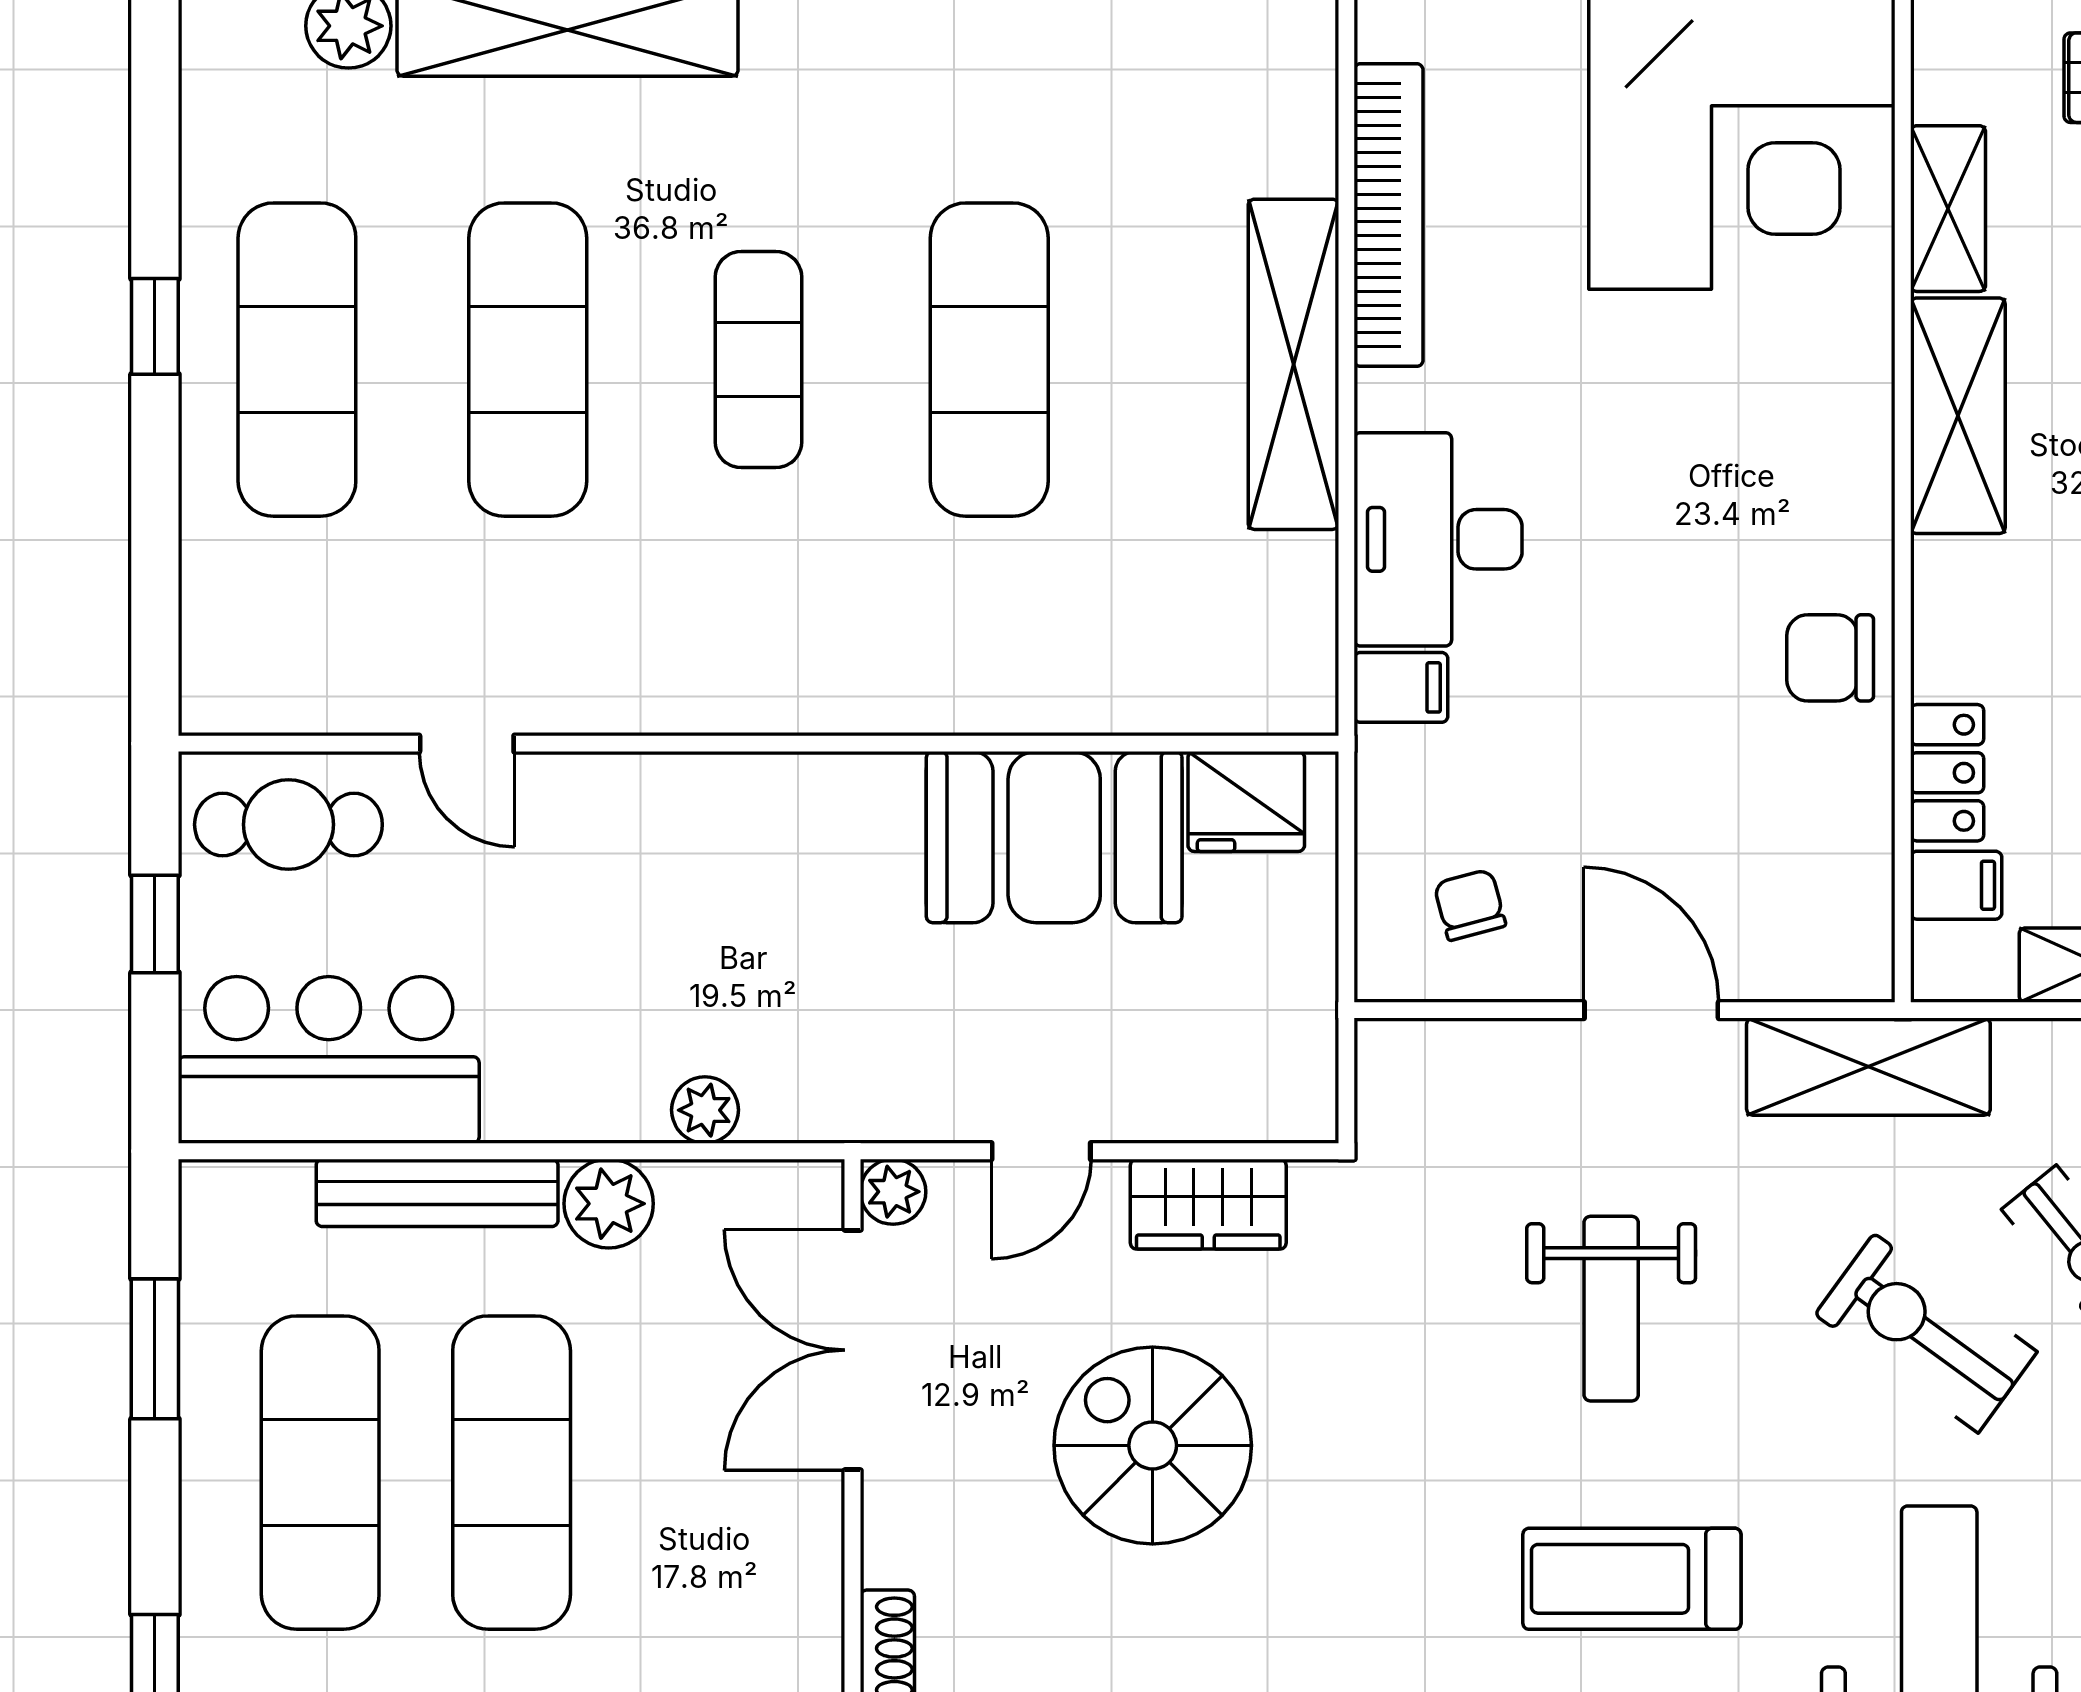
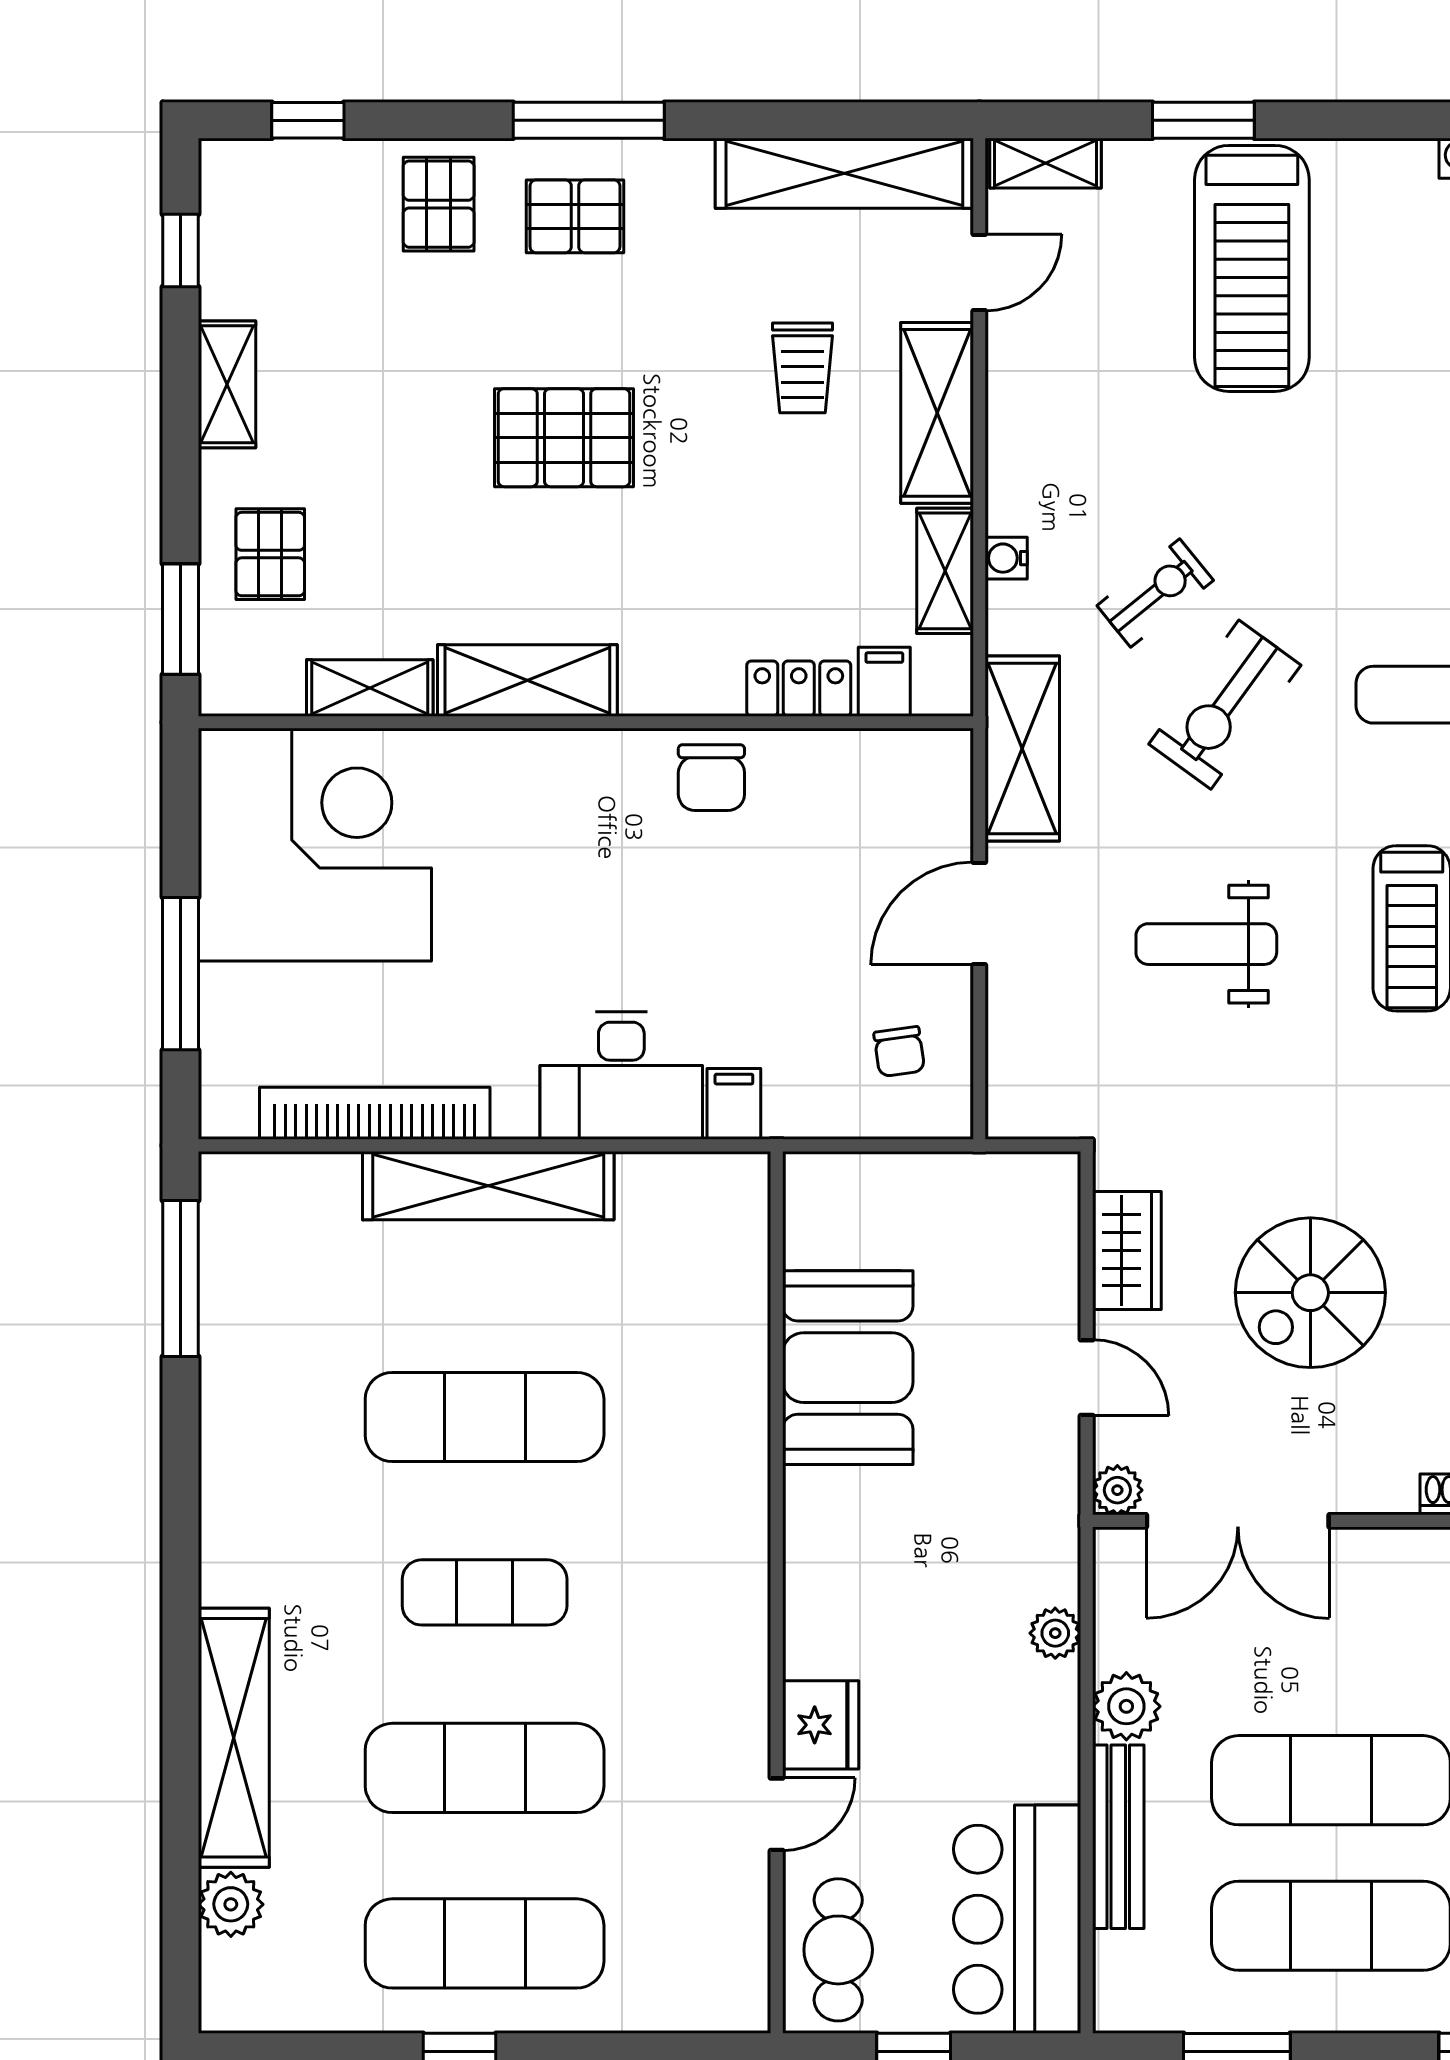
fridge: (1246, 802) -> (821, 1725), moved
chair: (1470, 905) -> (899, 1052), turned -83
weight bench: (1611, 1309) -> (1206, 944), turned 180

